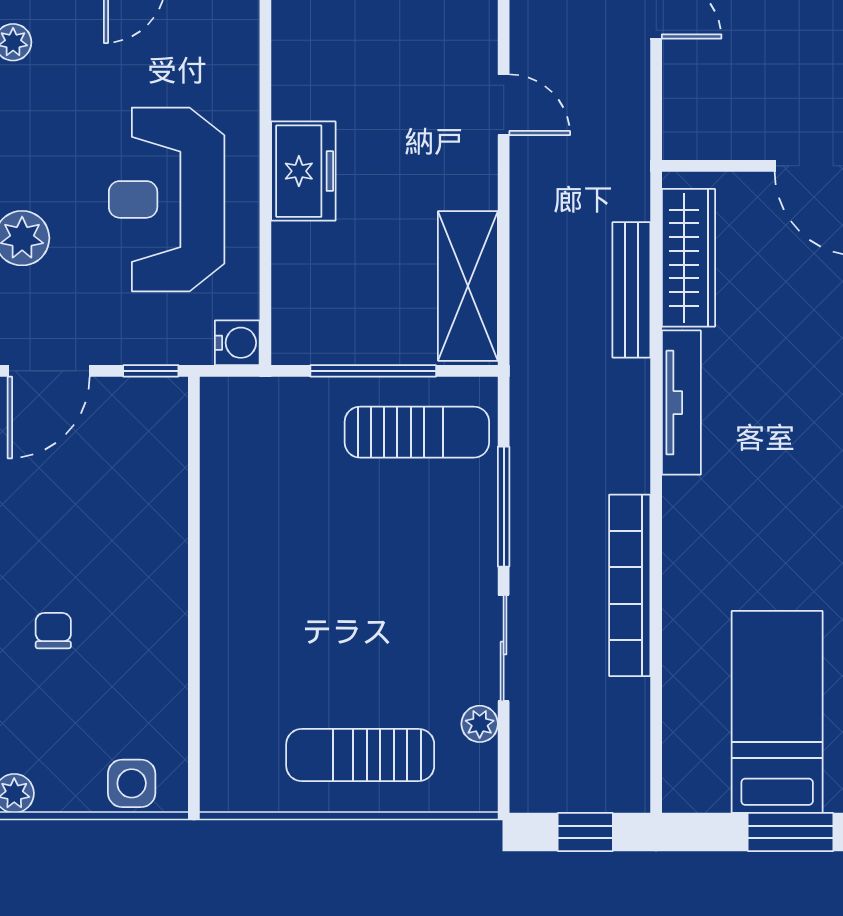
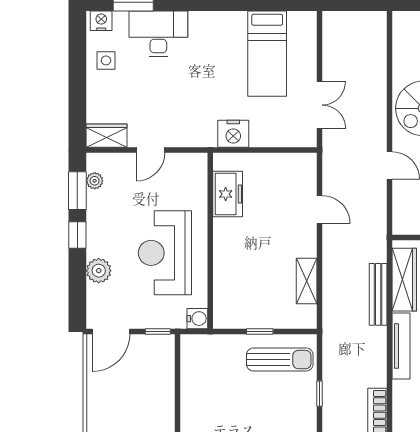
freezer: (303, 171) -> (228, 194), moved
shelving: (468, 286) -> (307, 281), width x0.67, depth x0.75
window: (373, 371) -> (260, 331), width x0.46
window: (504, 507) -> (319, 394), width x0.46

